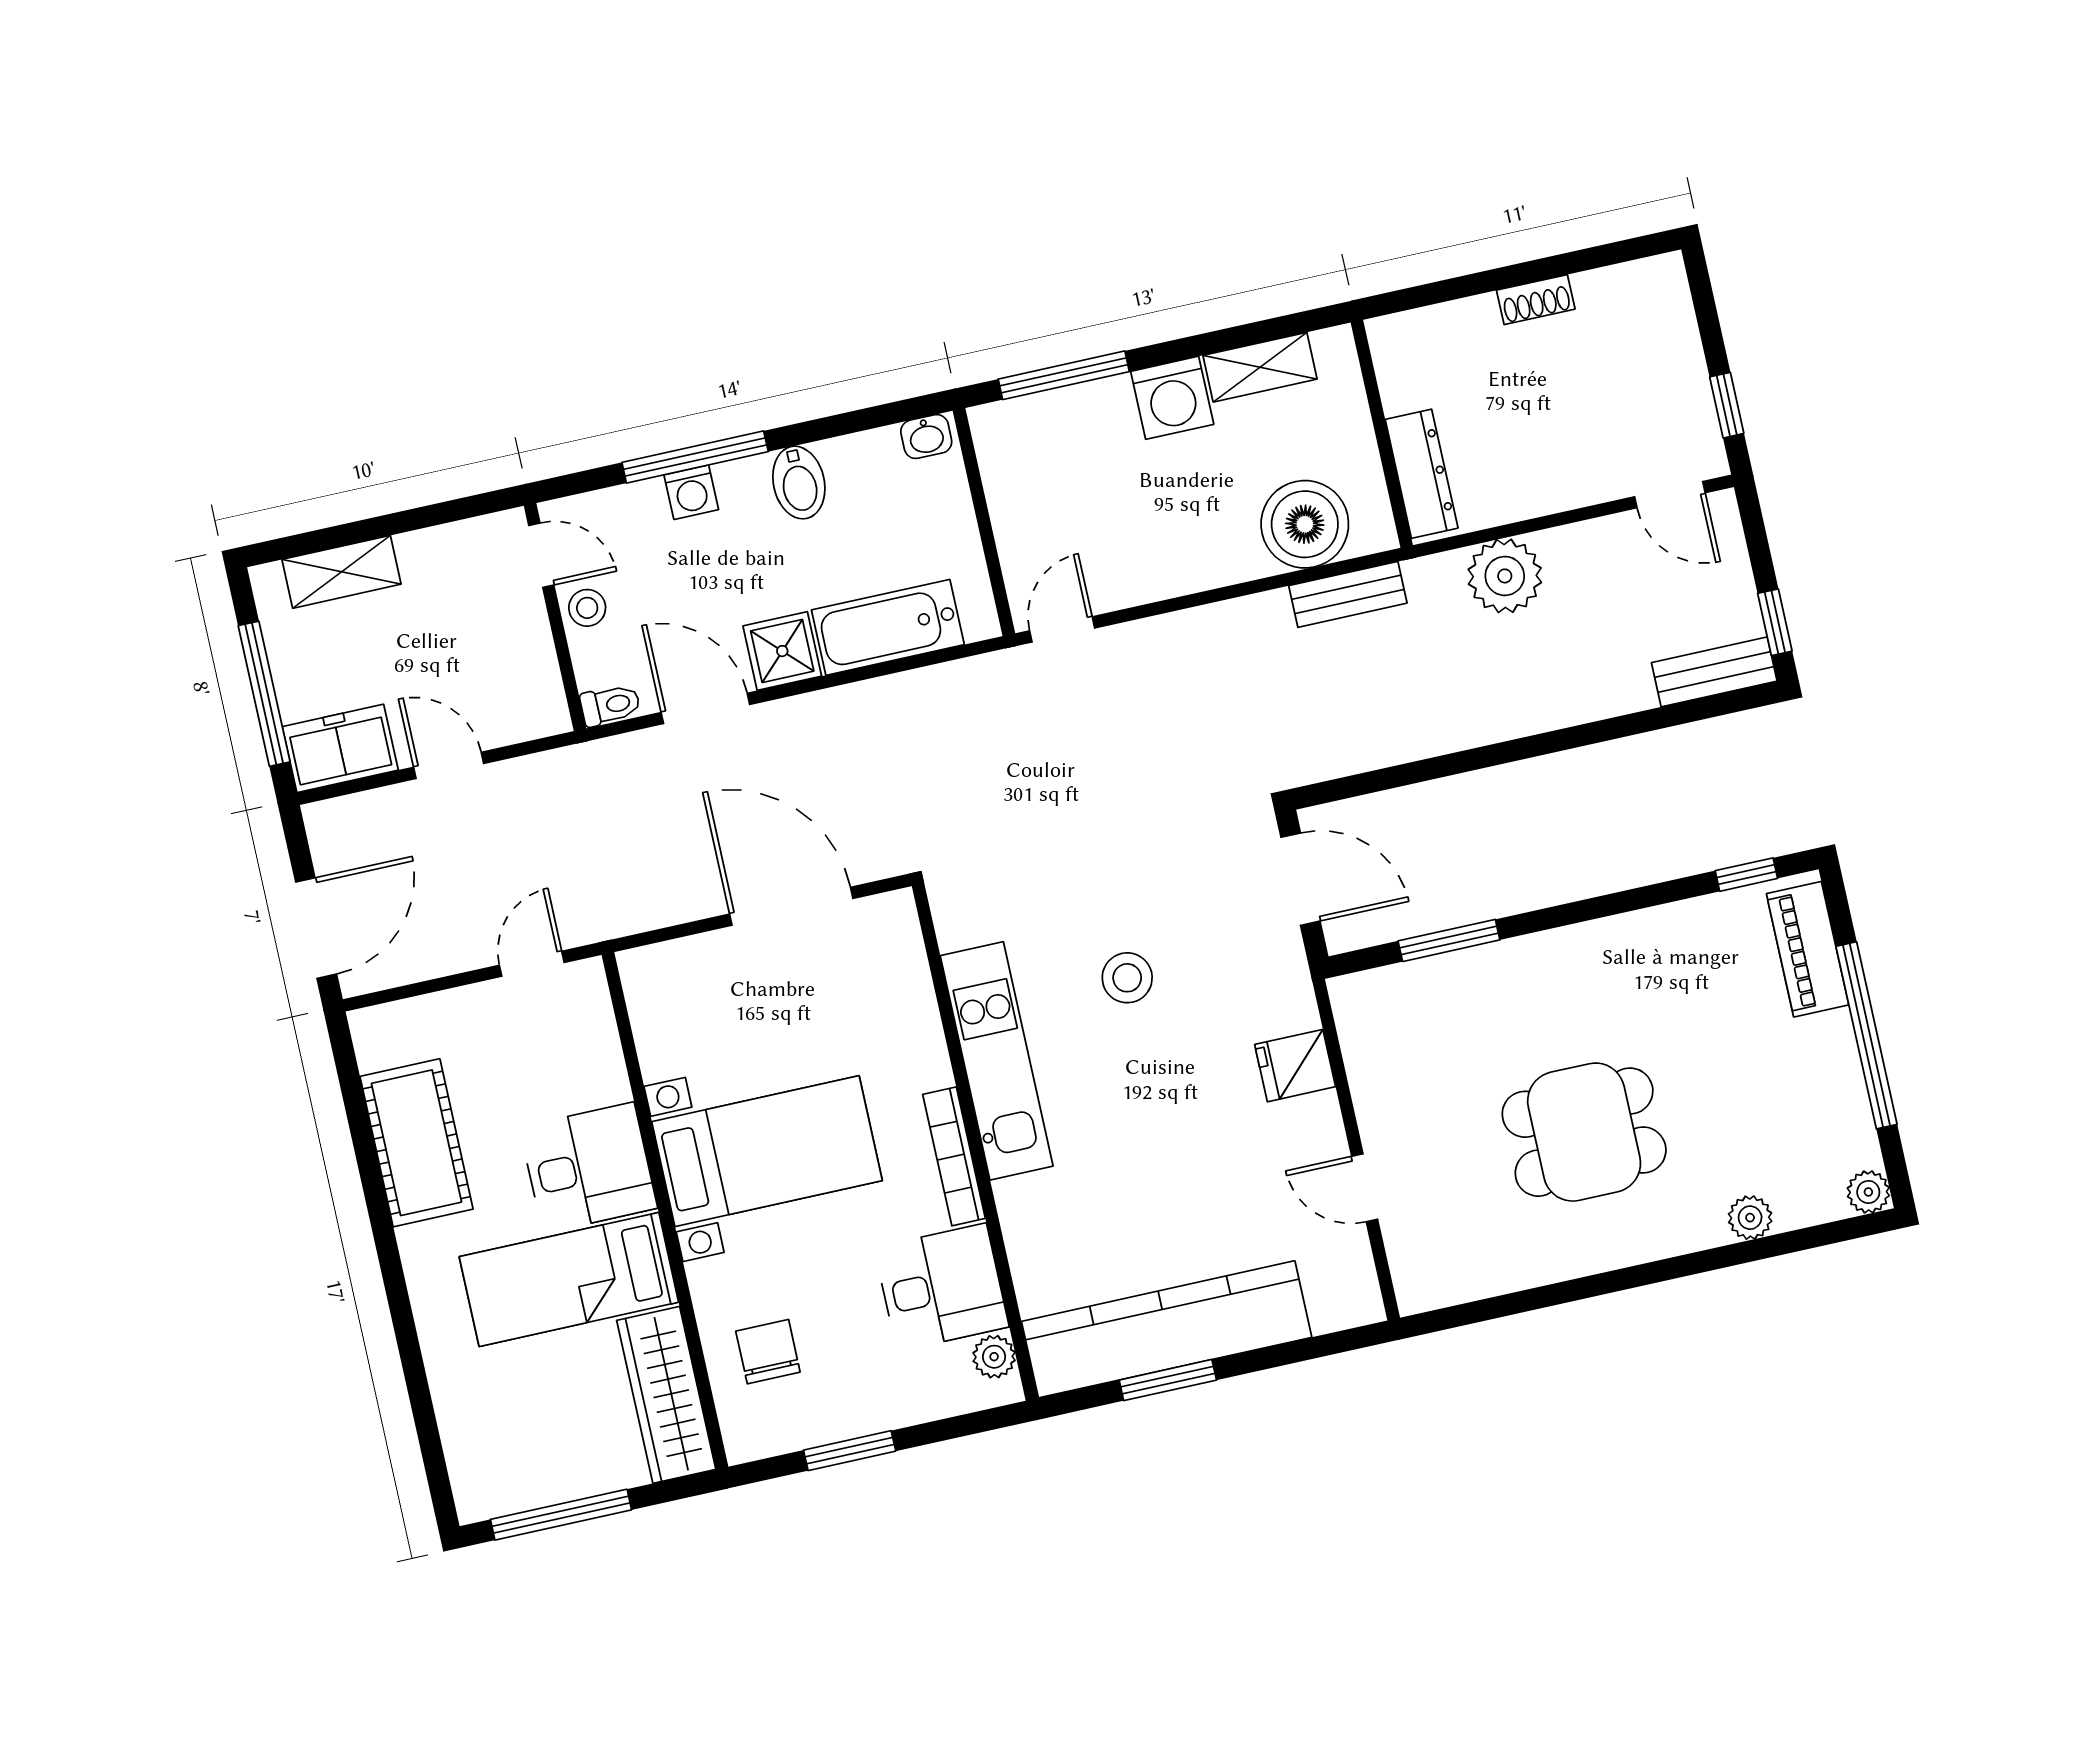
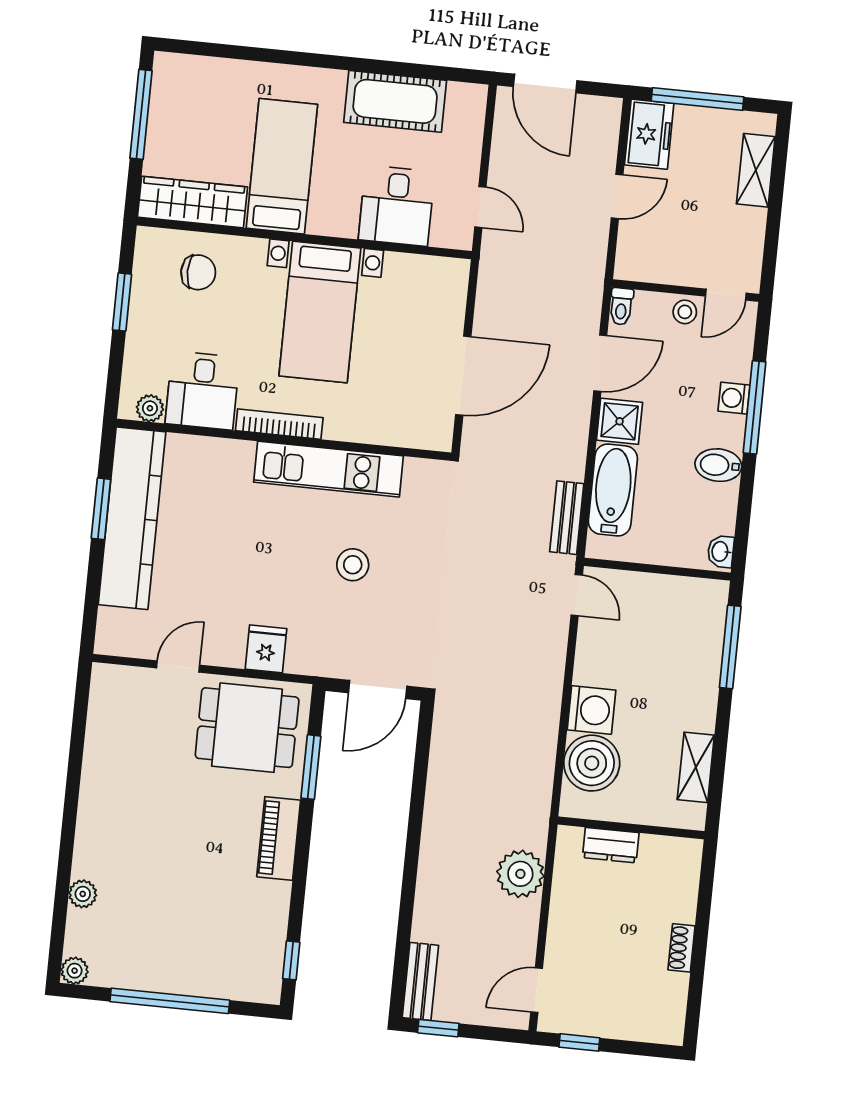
washing machine: (1172, 398) -> (591, 710), moved, turned 180
dresser: (1422, 474) -> (611, 845), width x0.70
bench: (1348, 594) -> (567, 518), moved
piano: (1808, 949) -> (279, 839), moved, turned -90
dining table: (1584, 1132) -> (247, 728), moved, turned 90
desk: (589, 1168) -> (397, 206), moved

